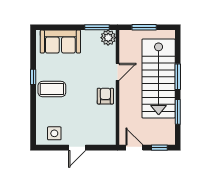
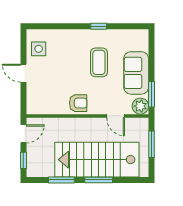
sofa: (60, 42) -> (136, 73), moved
door: (118, 72) -> (116, 116), moved
coffee table: (52, 89) -> (99, 62), moved

